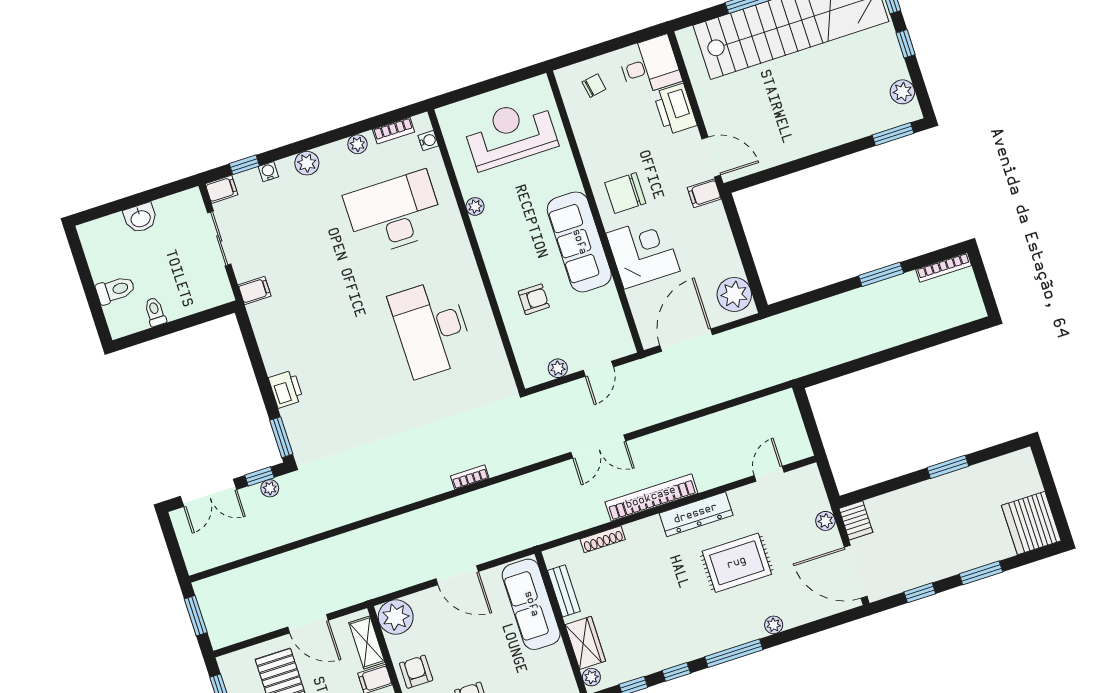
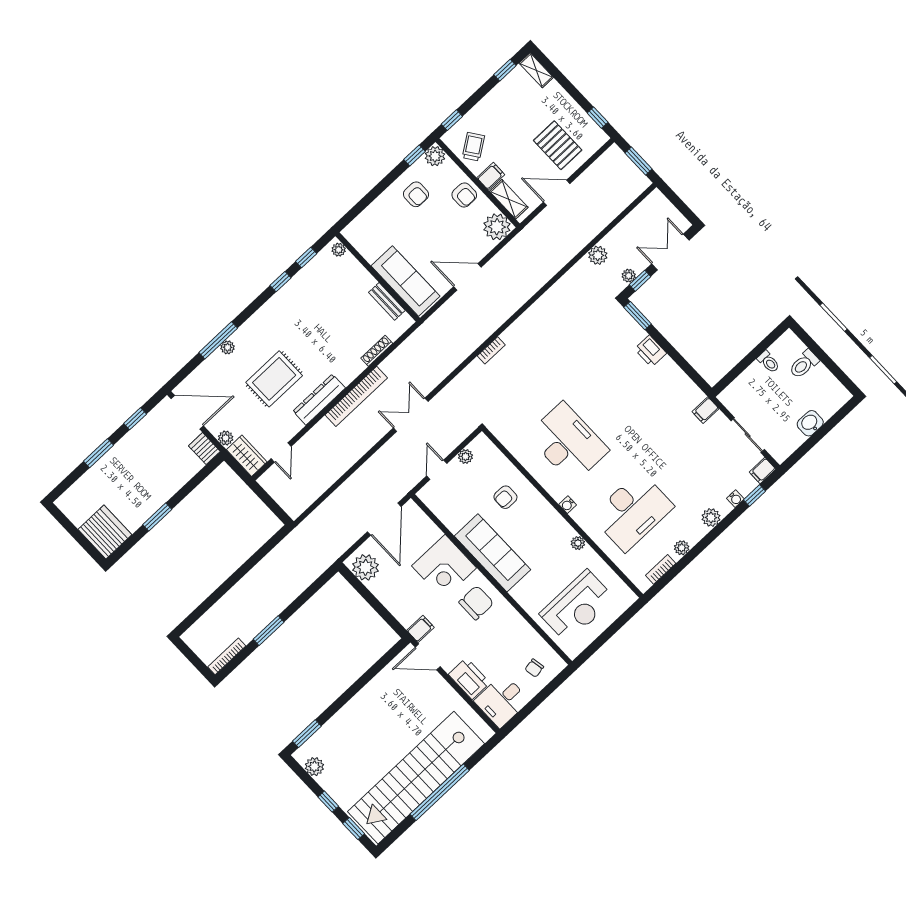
water cooler: (428, 141) -> (568, 505), moved
server rack: (1031, 523) -> (105, 532), moved
plant: (294, 529) -> (598, 255), added
wardrobe: (585, 643) -> (247, 456), moved, turned 180
window: (734, 653) -> (218, 340), moved

